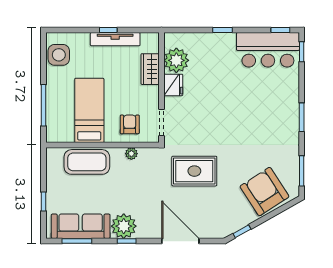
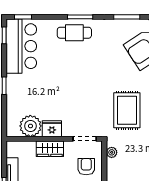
wardrobe: (150, 69) -> (50, 149), moved
cafe table: (283, 111) -> (74, 33), added
armchair: (130, 124) -> (86, 167), turned 90
plant: (131, 154) -> (112, 152), moved

